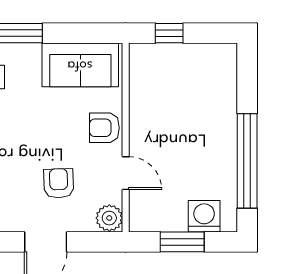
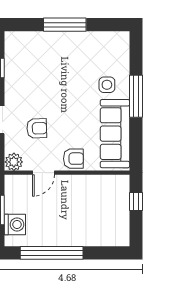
sofa: (80, 65) -> (115, 134), width x1.36
armchair: (104, 128) -> (73, 159), turned 90

